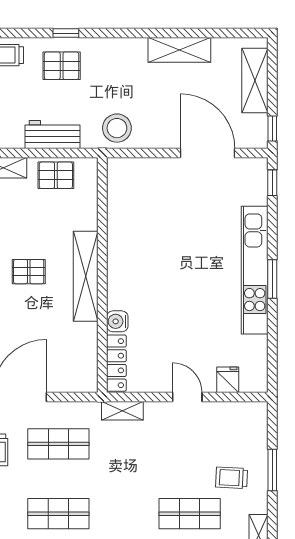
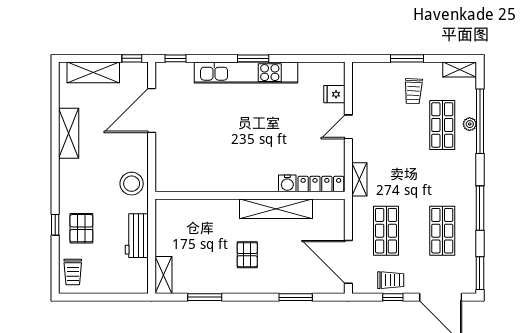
pallet: (56, 175) -> (170, 233), removed
shelving: (86, 276) -> (276, 209), moved

